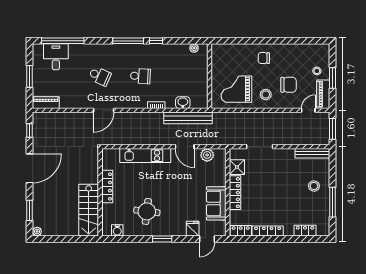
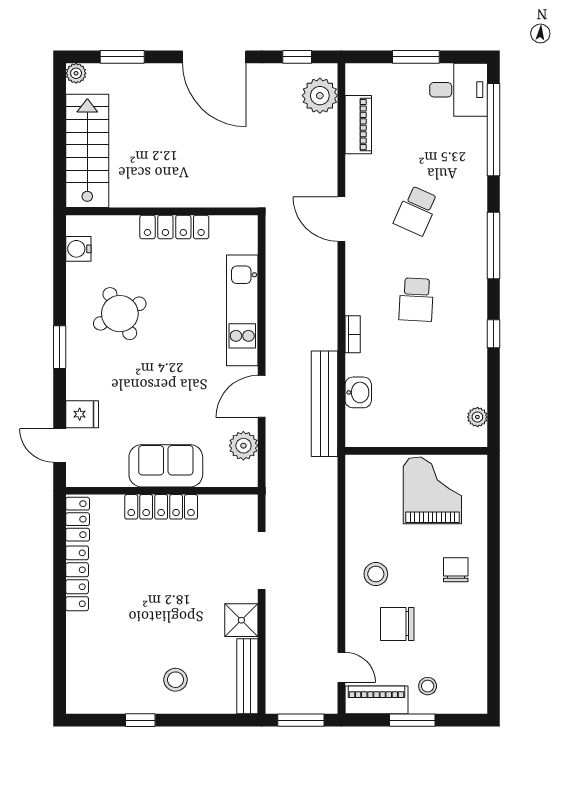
window: (128, 41) -> (494, 246), moved
desk: (56, 57) -> (459, 90), moved
chair: (289, 85) -> (397, 624), turned 90
grand piano: (236, 89) -> (432, 490), moved
piano: (46, 103) -> (358, 125), moved
plant: (47, 120) -> (320, 96), added
shower: (237, 167) -> (241, 620), moved
window: (332, 202) -> (140, 720), width x0.46
sofa: (216, 203) -> (166, 466), moved
stairs: (89, 210) -> (87, 151), moved, turned 90
round table: (147, 211) -> (120, 314), turned -34
locker: (305, 231) -> (78, 660), removed

